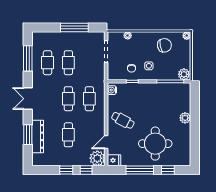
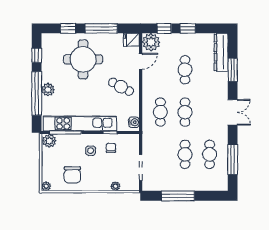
chair: (164, 45) -> (72, 175), turned -79
kitchen unit: (158, 89) -> (80, 123), added
window: (195, 115) -> (37, 93), added
dresser: (38, 136) -> (221, 52), moved
window: (195, 147) -> (37, 55), added

